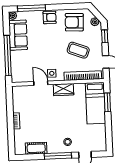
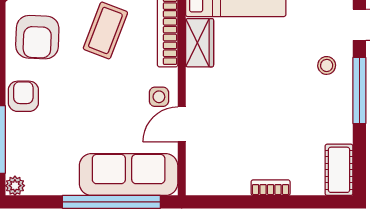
sofa: (18, 35) -> (129, 175), moved, width x1.36
wardrobe: (63, 90) -> (200, 43), moved
cot: (36, 148) -> (339, 170), moved

